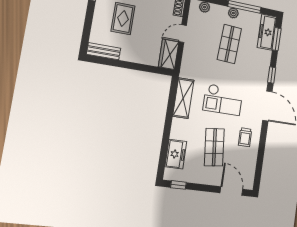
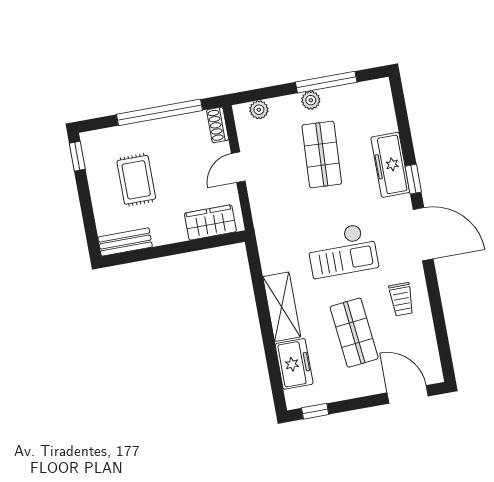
freezer: (267, 32) -> (390, 165), moved
window: (277, 39) -> (402, 115), removed
wardrobe: (169, 54) -> (210, 222), moved, turned 90
shelving: (183, 98) -> (282, 307), moved

